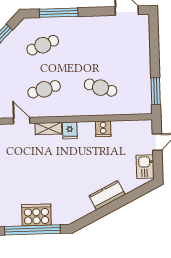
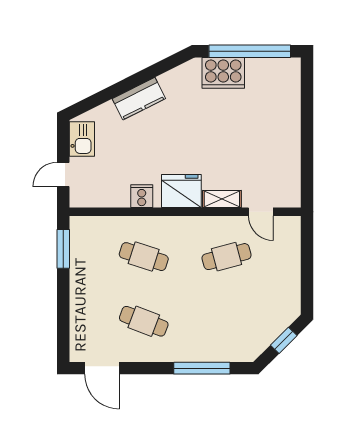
cafe table: (43, 45) -> (144, 321), moved, turned 42
fridge: (70, 130) -> (181, 191), width x1.88, depth x1.34
cooker: (36, 215) -> (223, 73), moved

